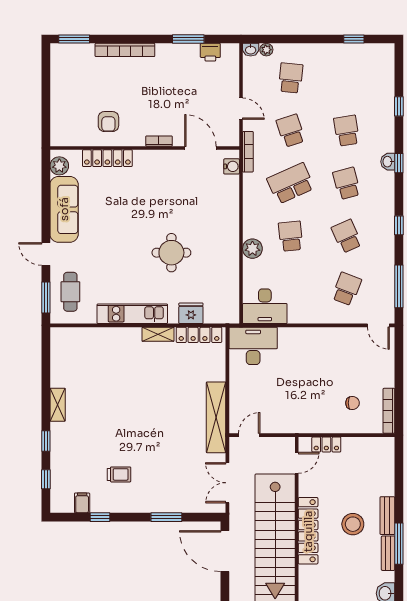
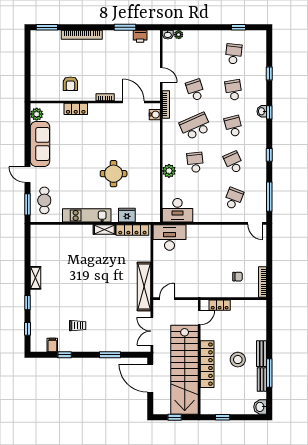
school desk: (291, 78) -> (234, 54), moved
locker: (107, 158) -> (76, 109), width x0.66

